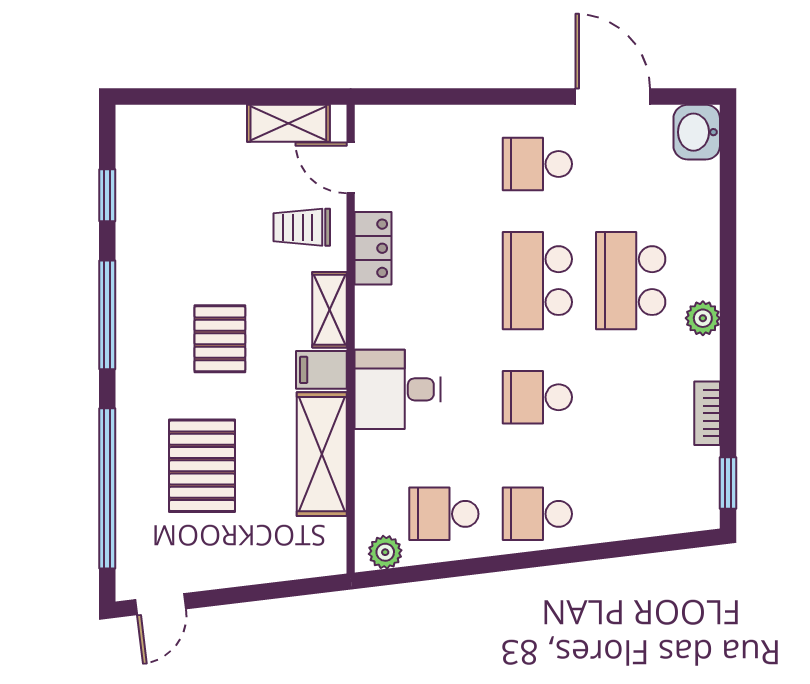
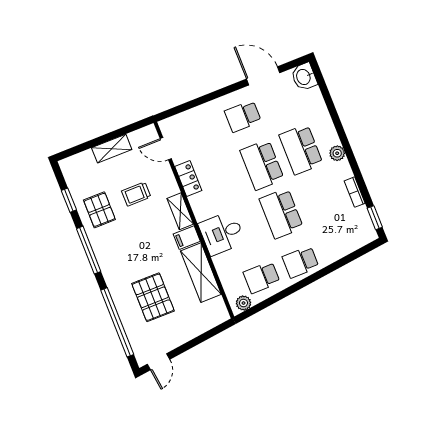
shelving: (288, 123) -> (112, 149), moved
trolley: (302, 227) -> (136, 194), moved
pallet: (220, 339) -> (99, 210), moved
school desk: (537, 397) -> (281, 213), width x1.85

